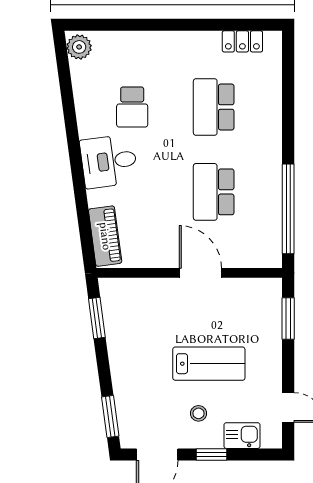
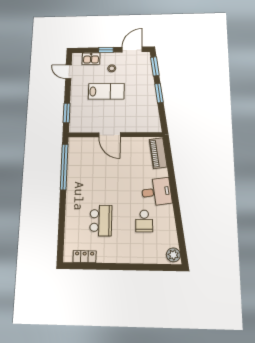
school desk: (132, 107) -> (144, 221), turned 180
school desk: (214, 192) -> (102, 176), removed
window: (97, 318) -> (159, 93), moved
lab bench: (209, 364) -> (106, 91), turned 180

